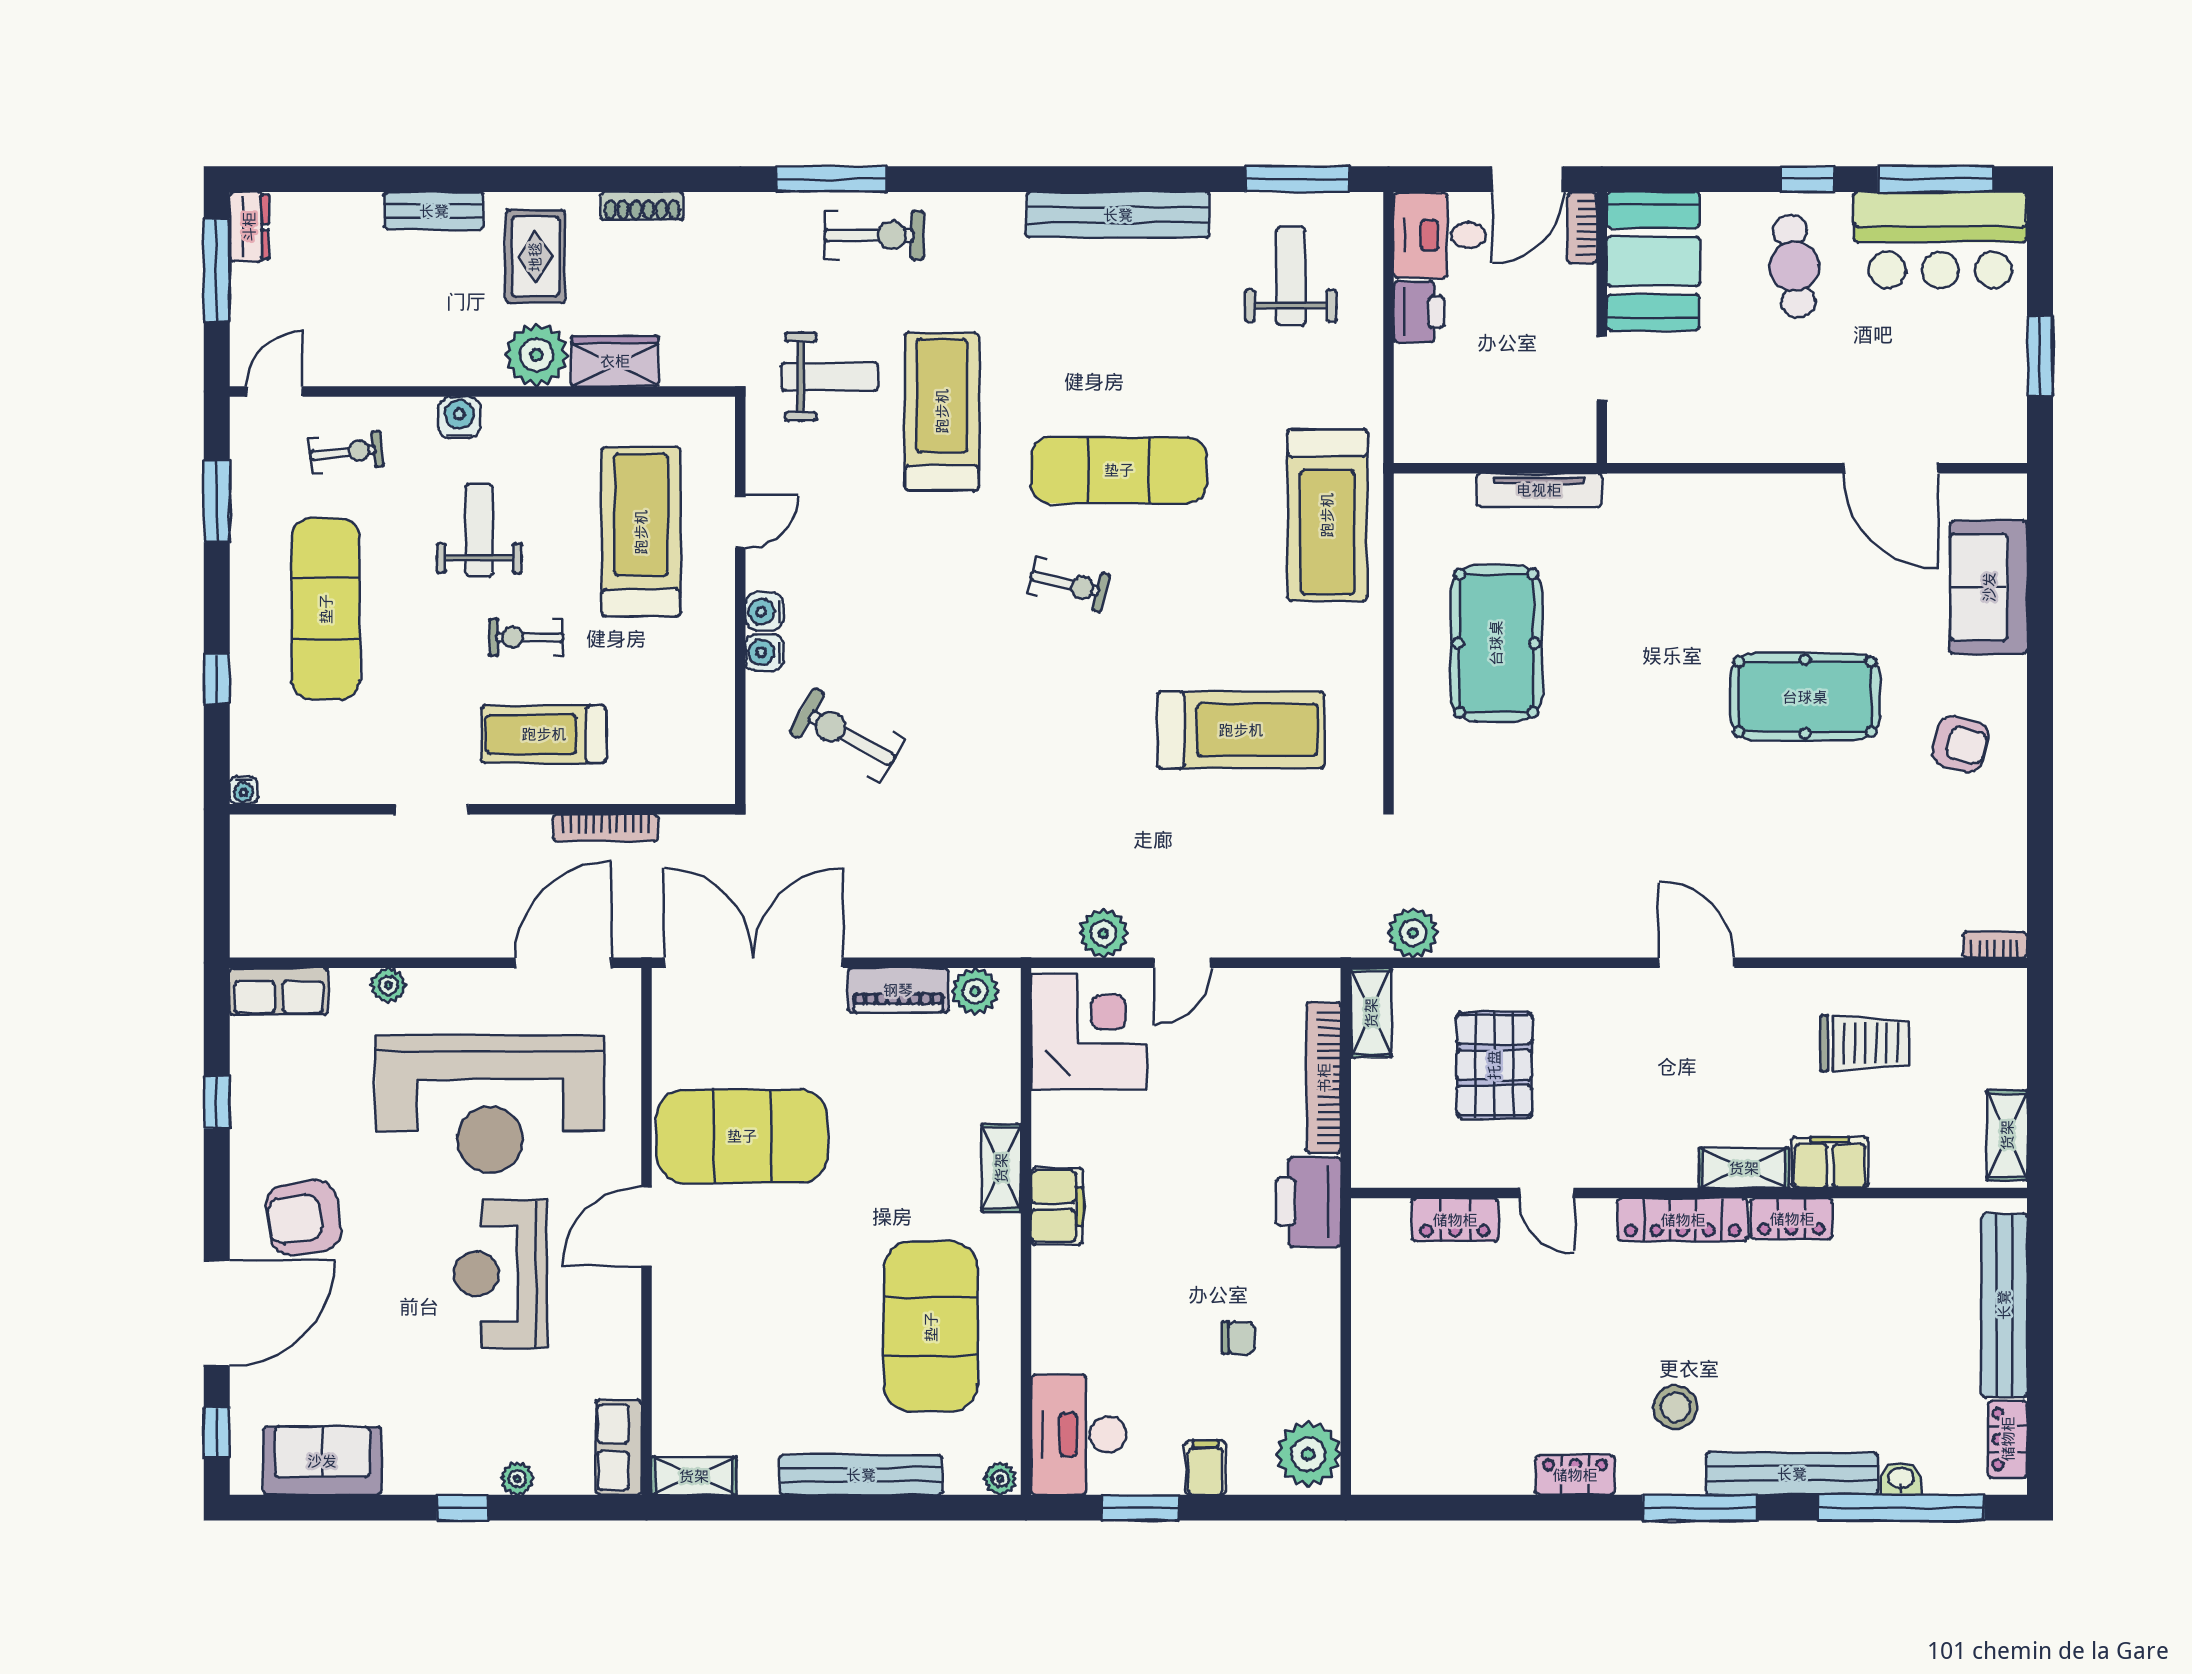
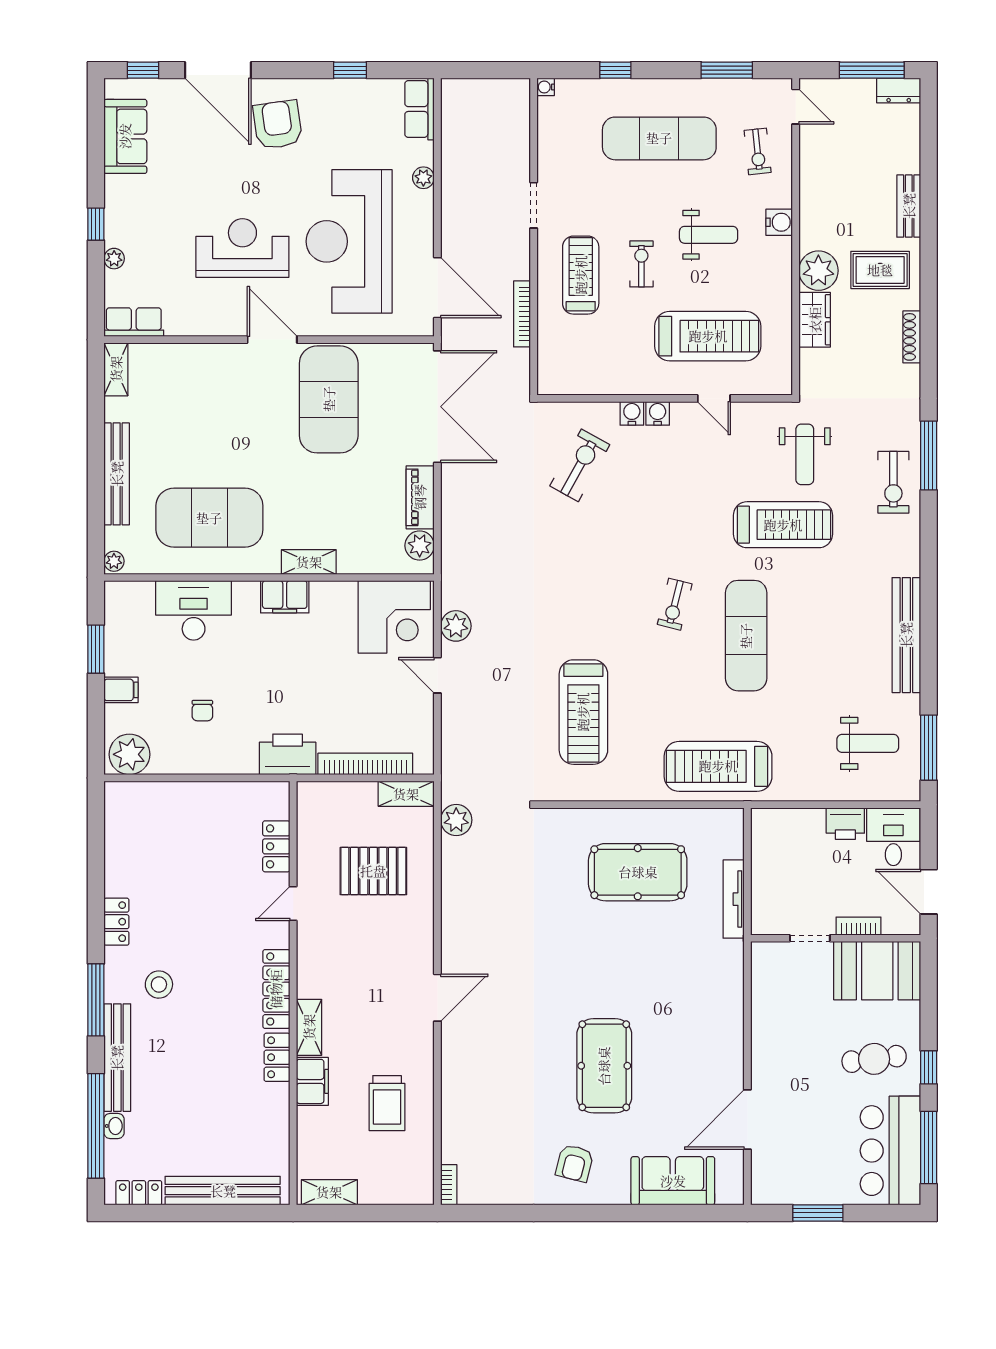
bookcase: (1582, 228) -> (859, 926), moved
desk: (1079, 1435) -> (194, 610), moved

